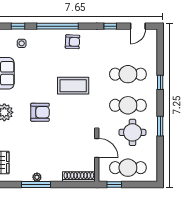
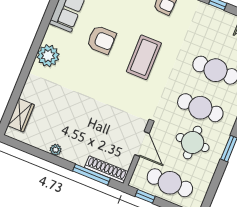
coffee table: (73, 86) -> (144, 57), turned 90
armchair: (40, 112) -> (101, 40), moved
window: (36, 184) -> (92, 175), moved

